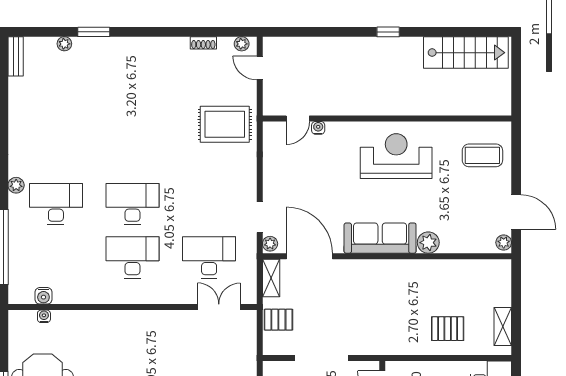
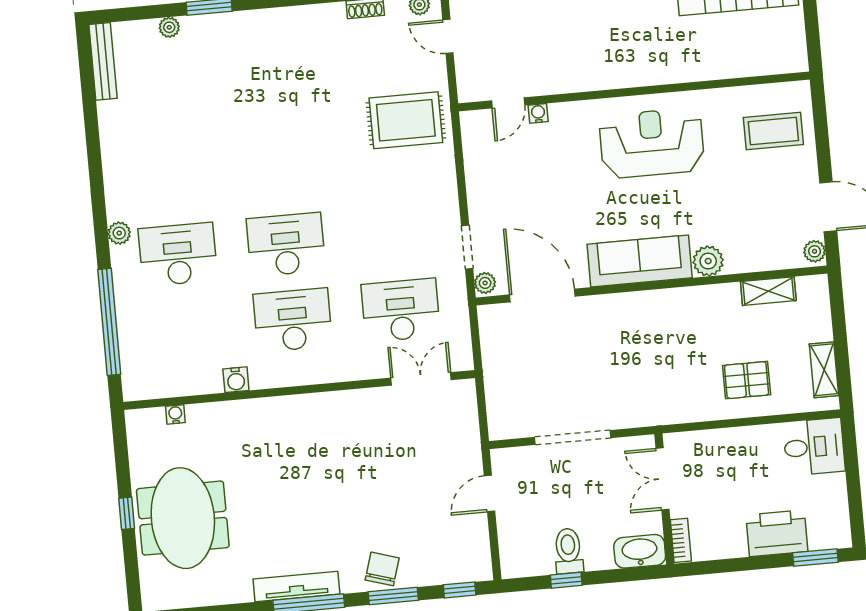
bench: (16, 56) -> (103, 61), width x1.36
shelving: (271, 278) -> (768, 291), moved, turned 90
water cooler: (43, 296) -> (236, 380), moved
pallet: (278, 320) -> (507, 389), removed

